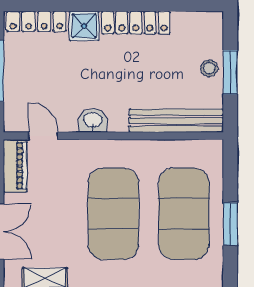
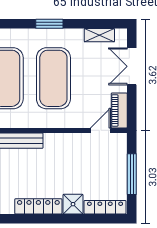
washbasin: (93, 121) -> (67, 141), removed
door: (43, 136) -> (100, 130), swing flipped

